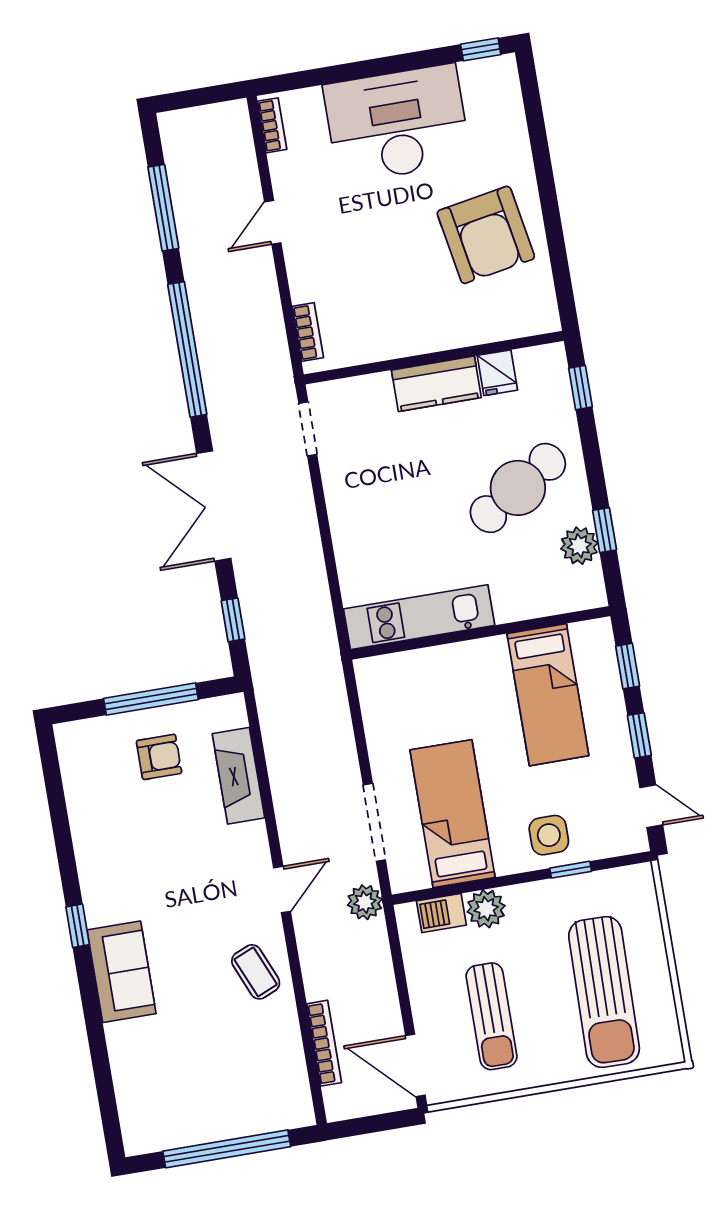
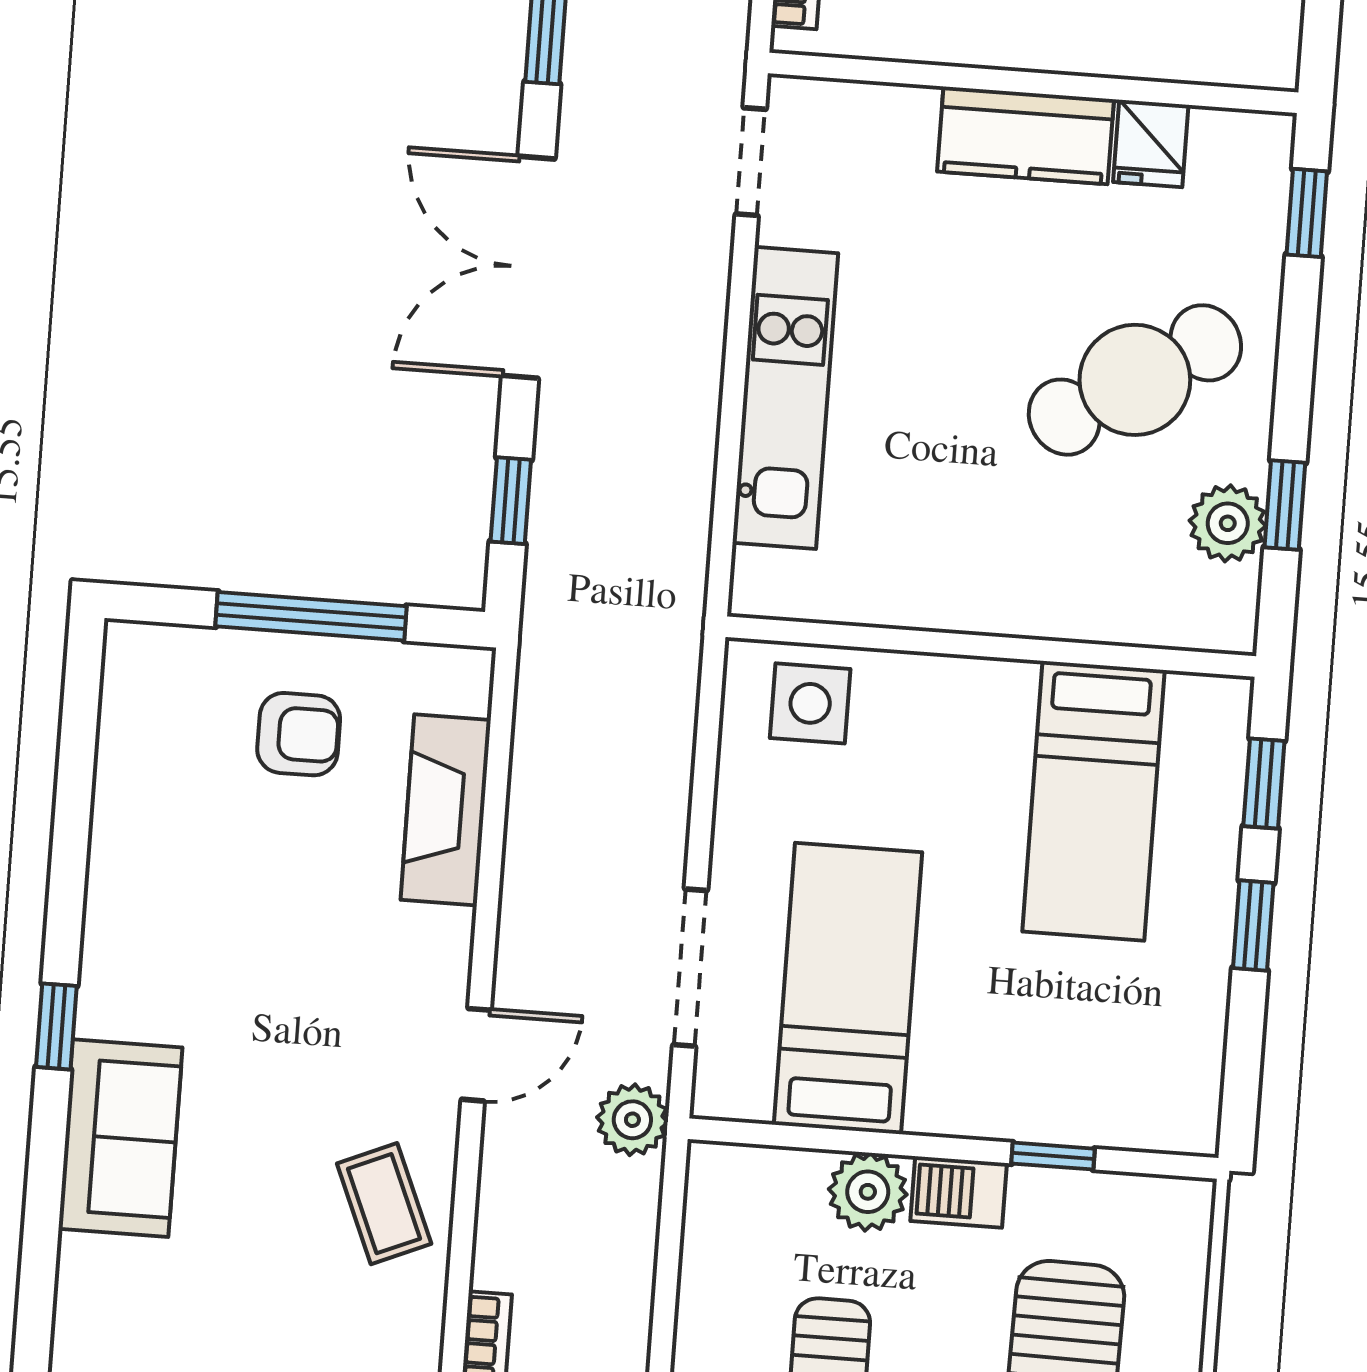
kitchen unit: (419, 617) -> (785, 398), moved, turned 90
door: (651, 806) -> (1242, 1071), removed
side table: (549, 835) -> (810, 703), moved
barbecue: (441, 913) -> (959, 1192), moved

